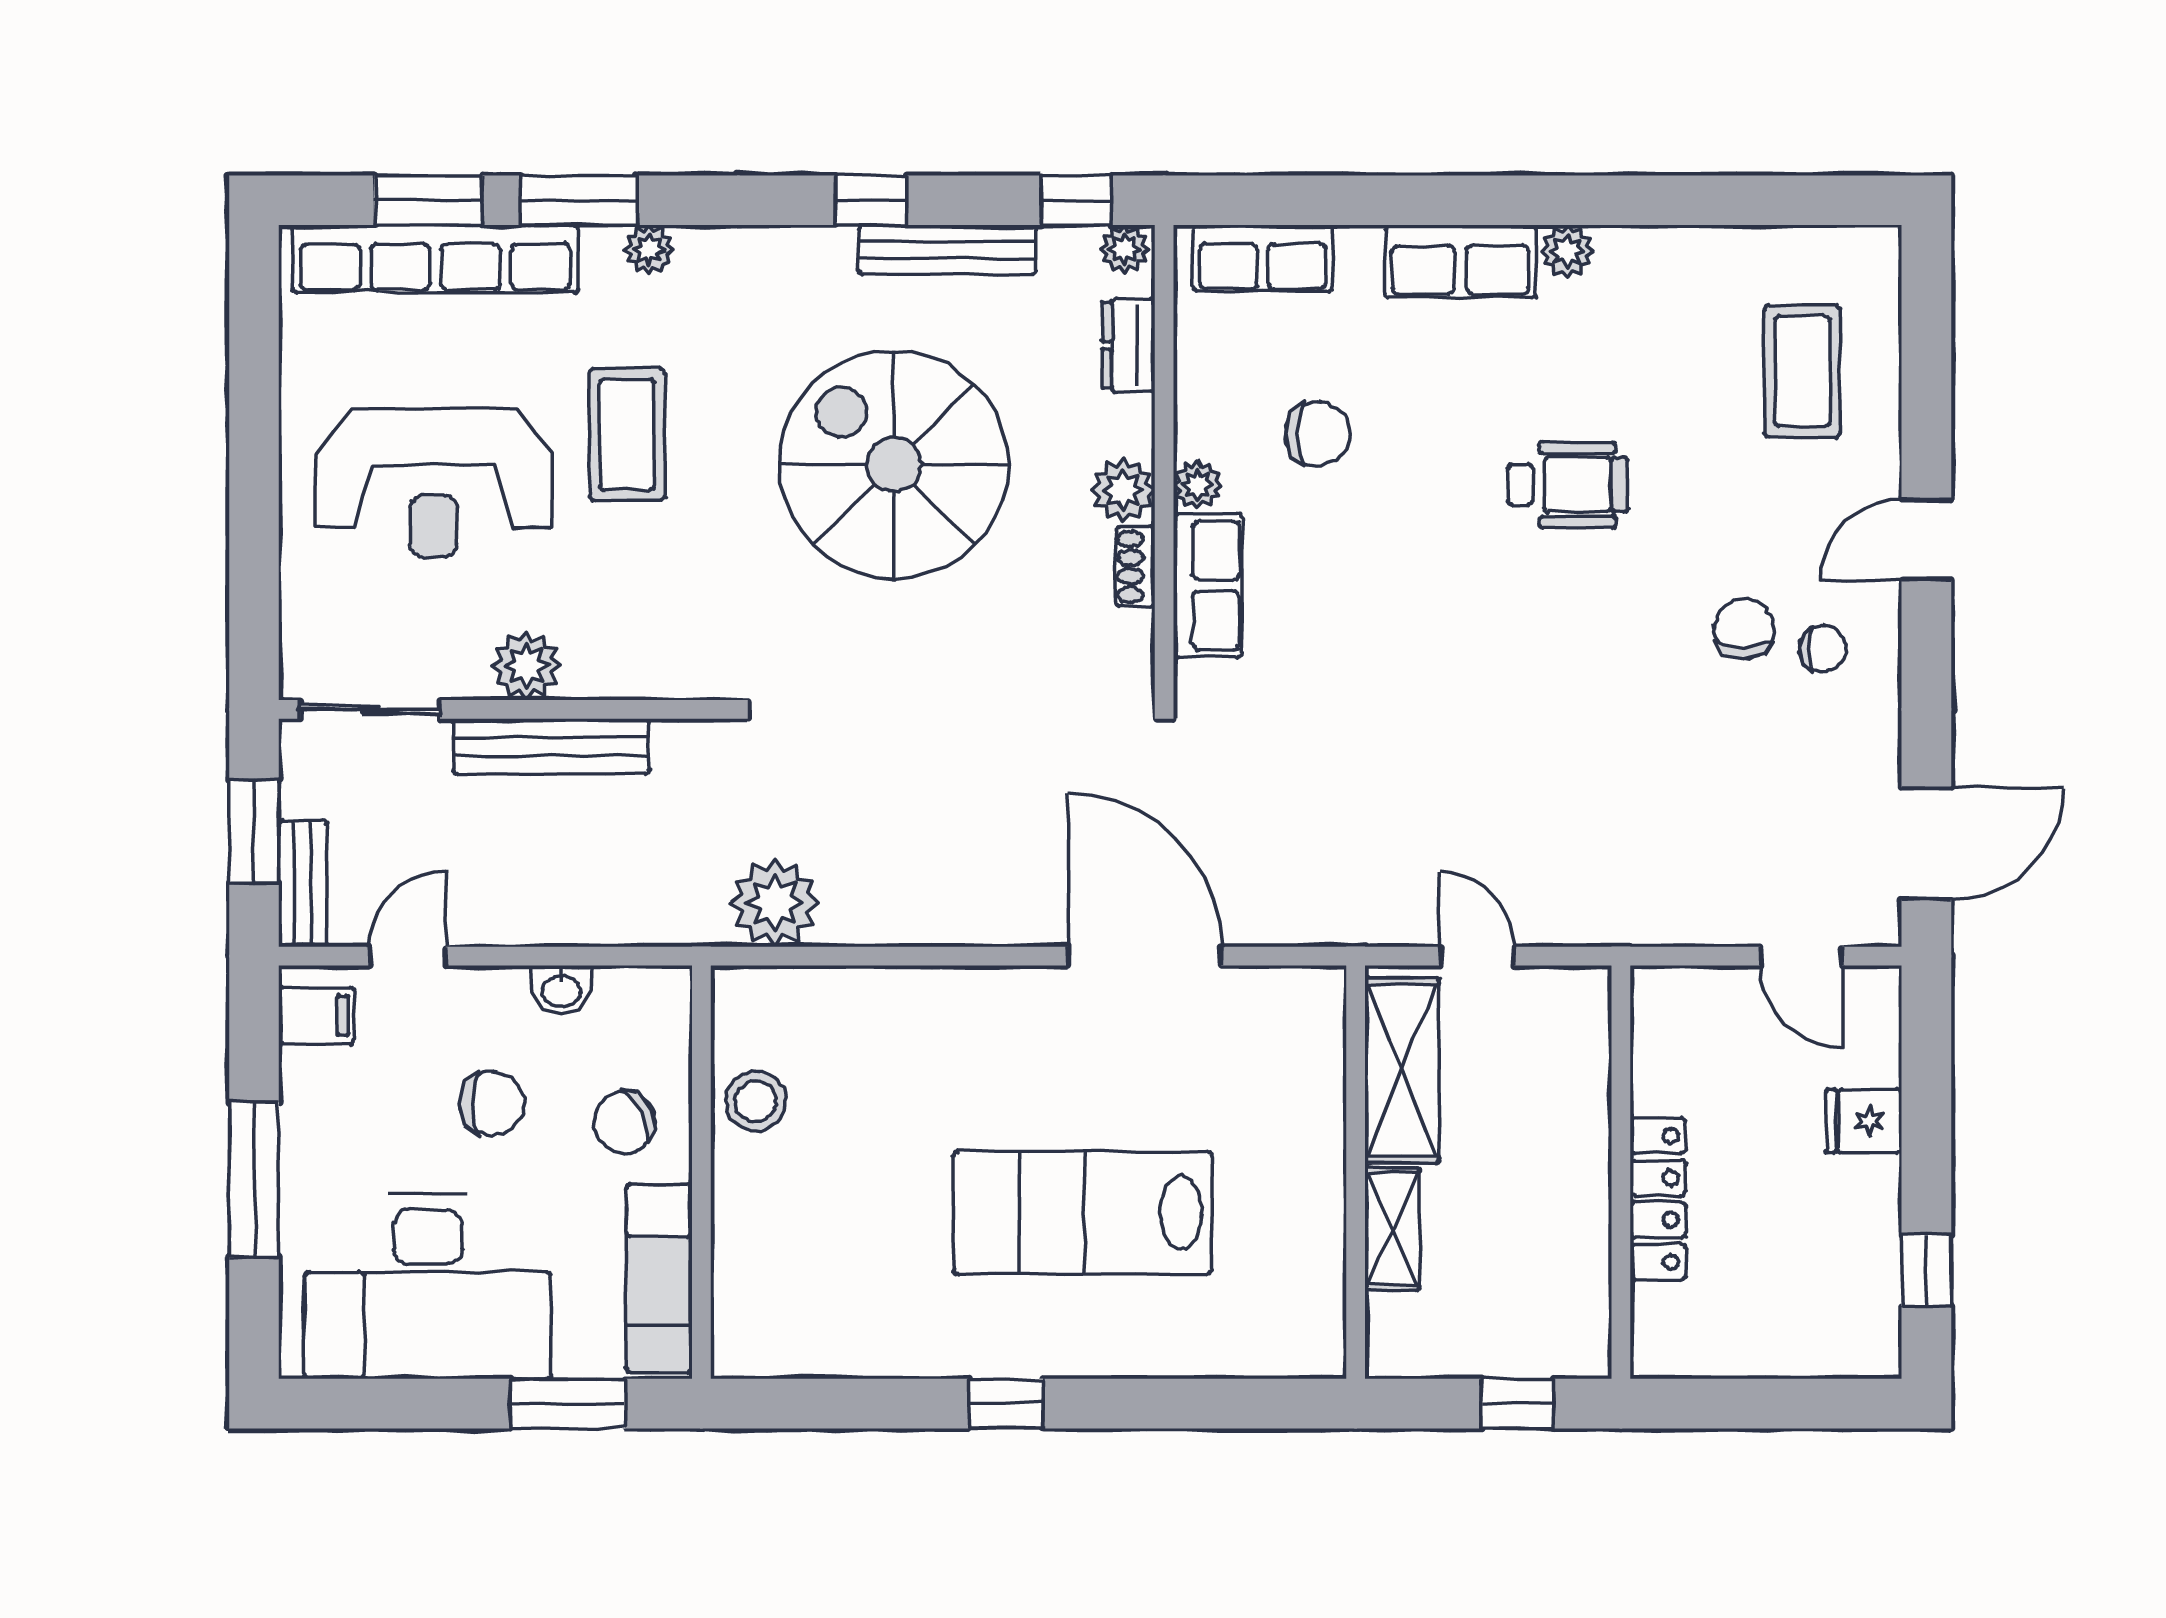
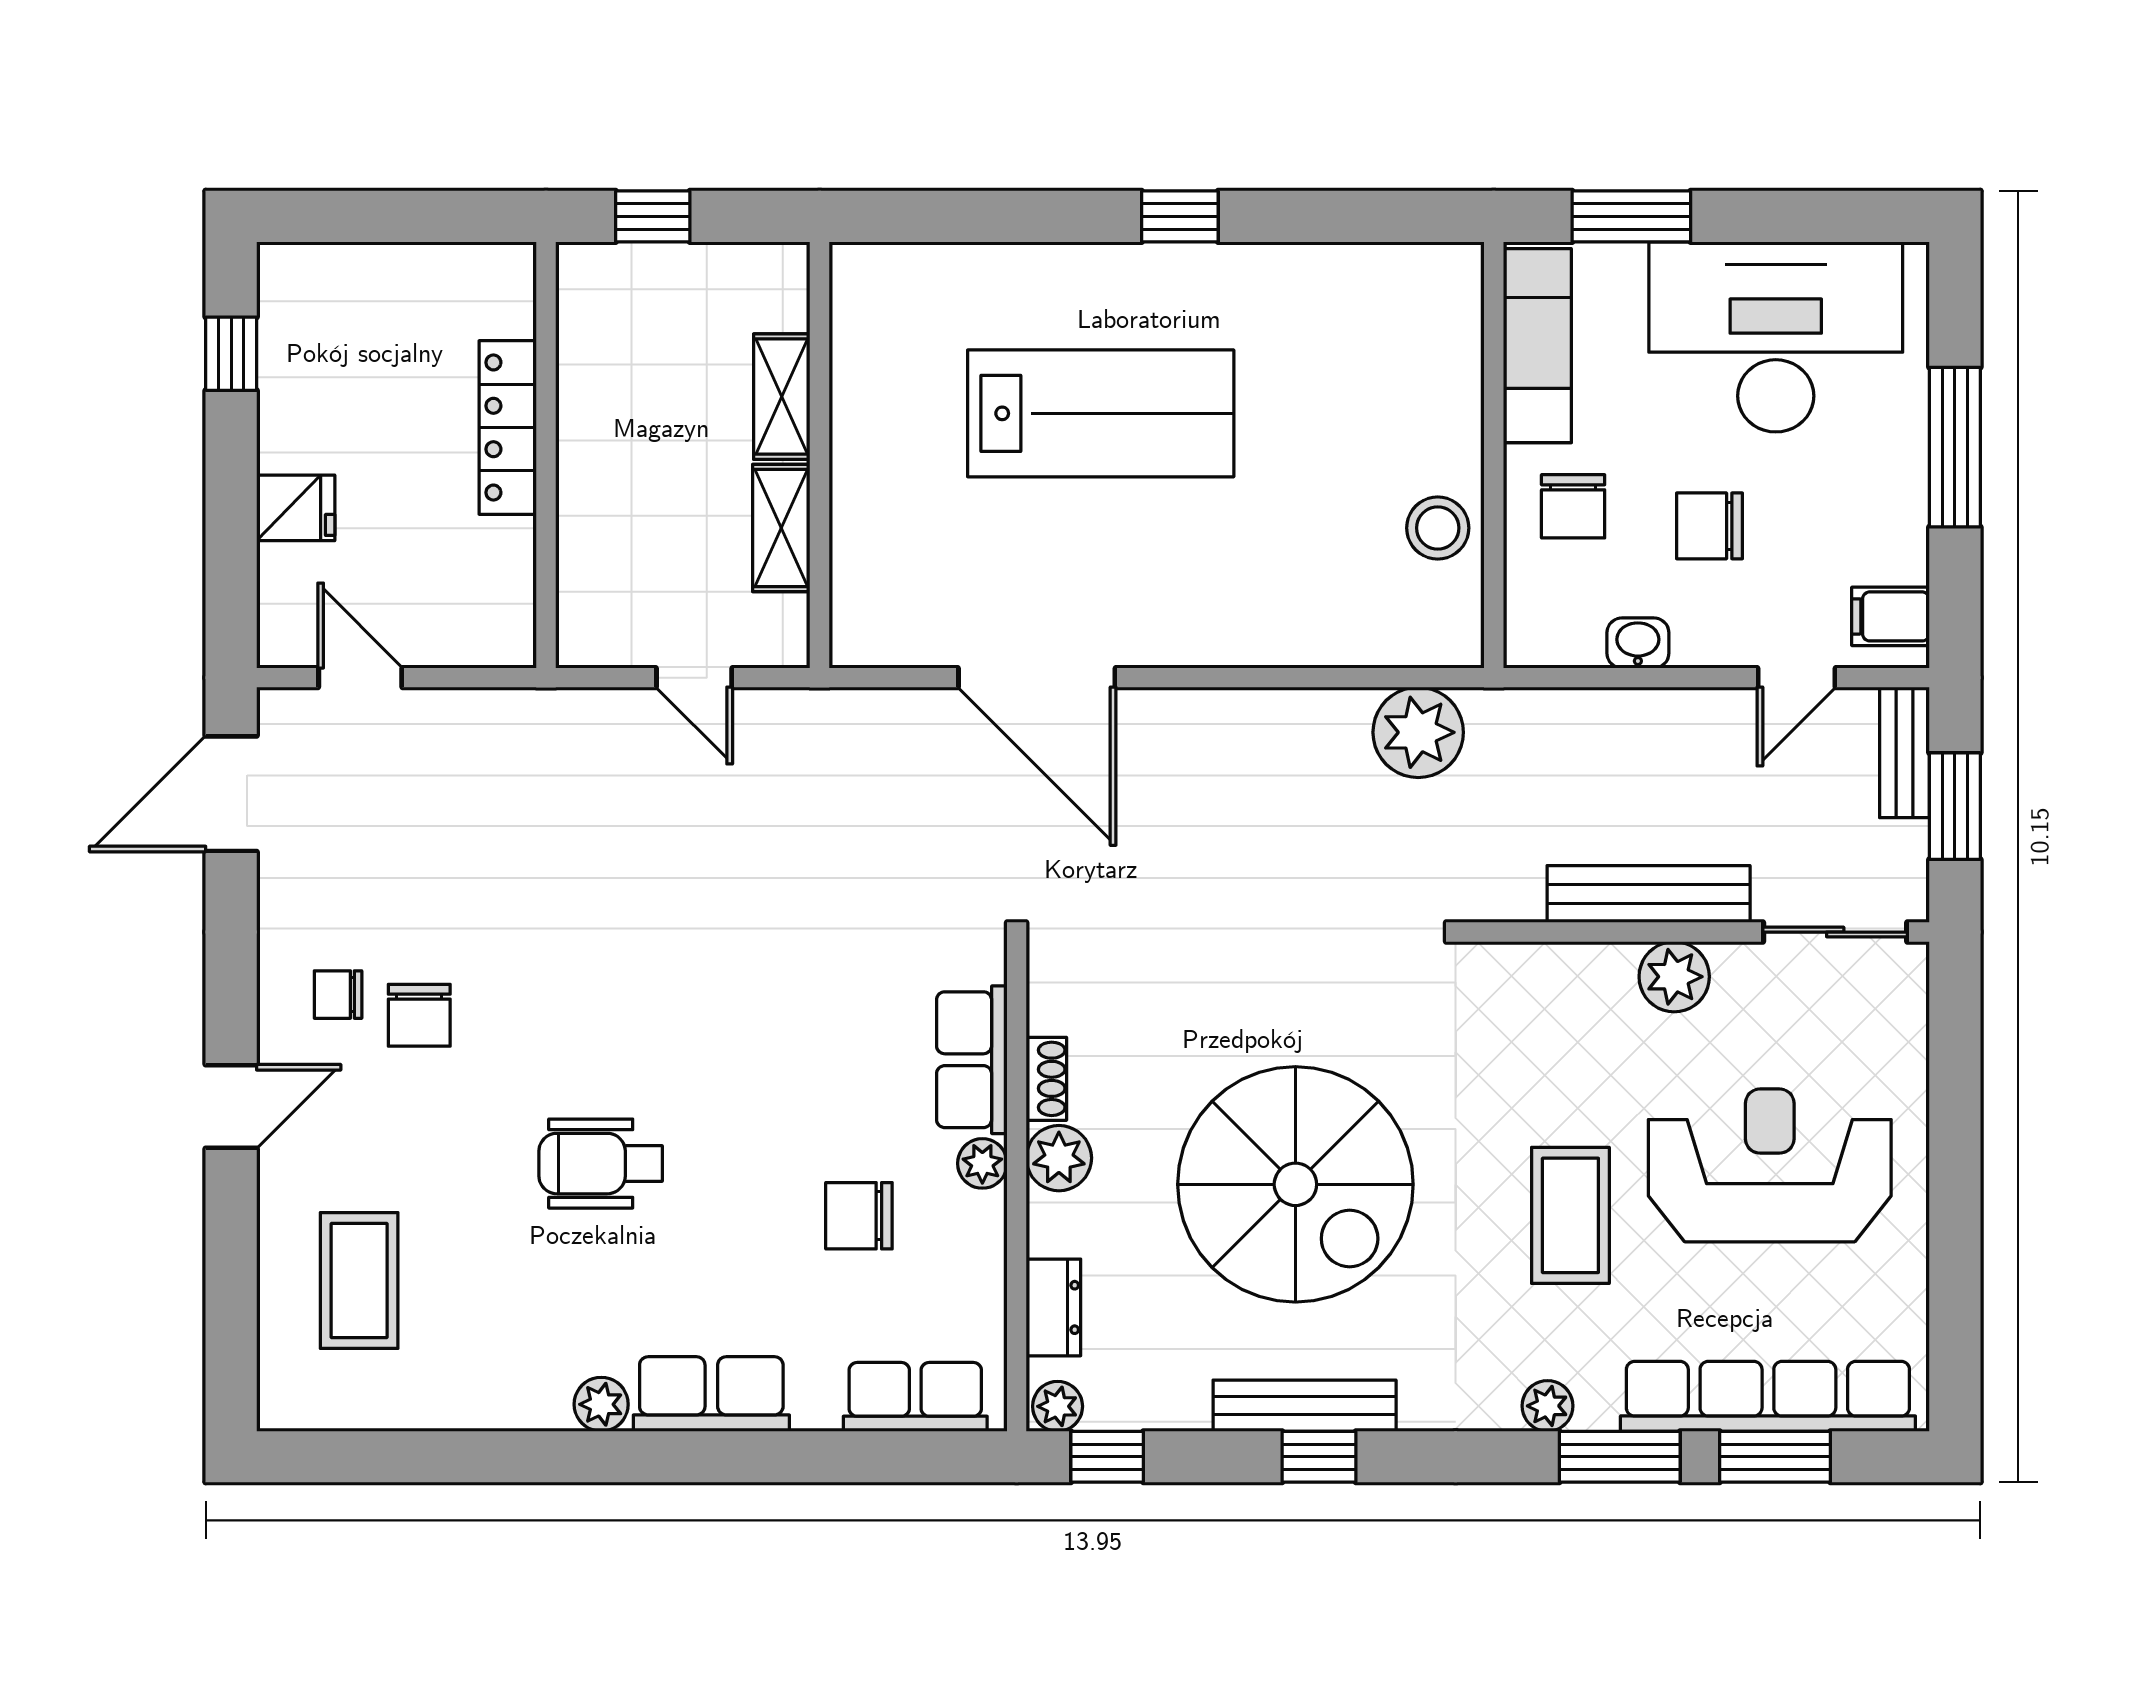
bench: (947, 250) -> (1305, 1406), moved
shelving: (1402, 1070) -> (781, 528), width x0.67, depth x0.75
chair: (624, 1122) -> (1573, 506), turned 117

